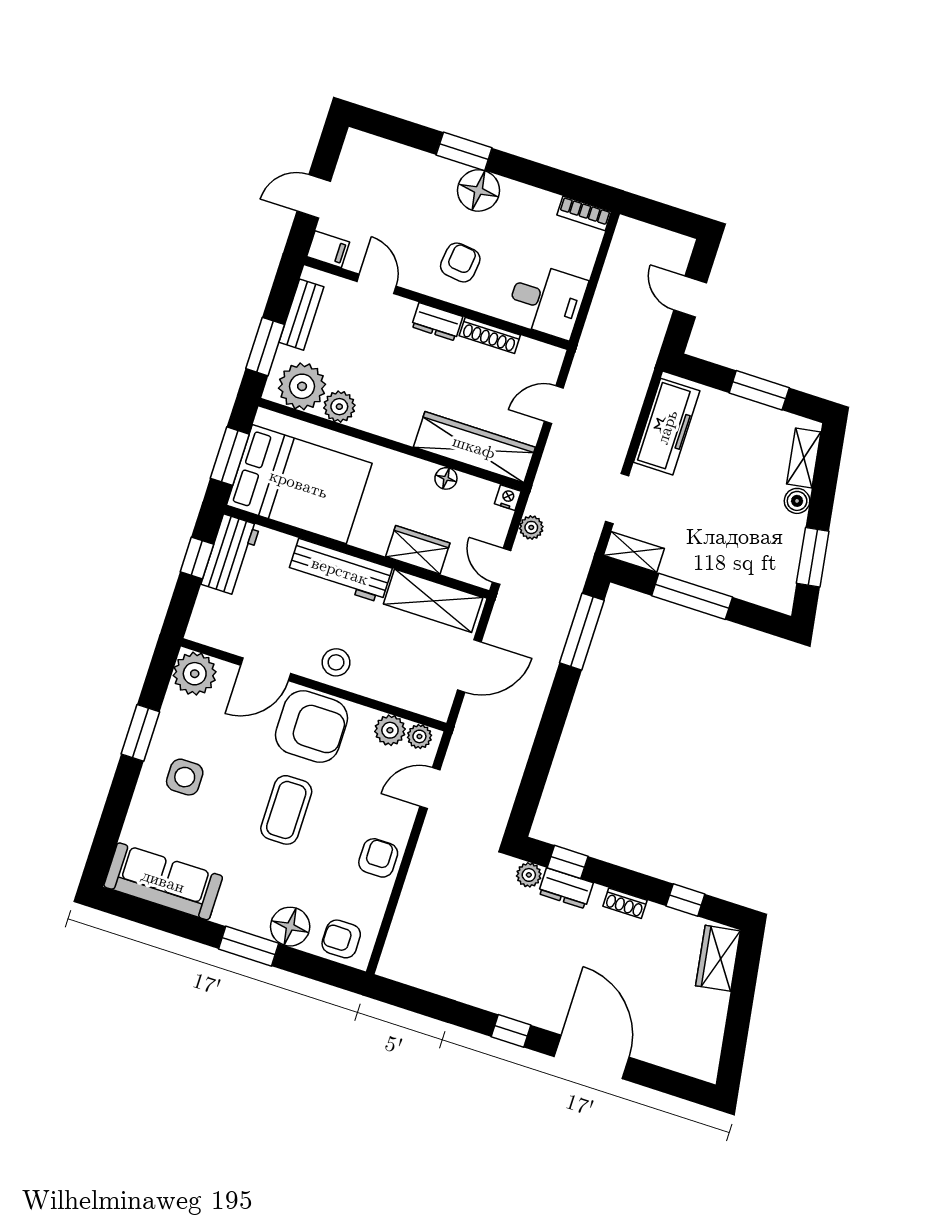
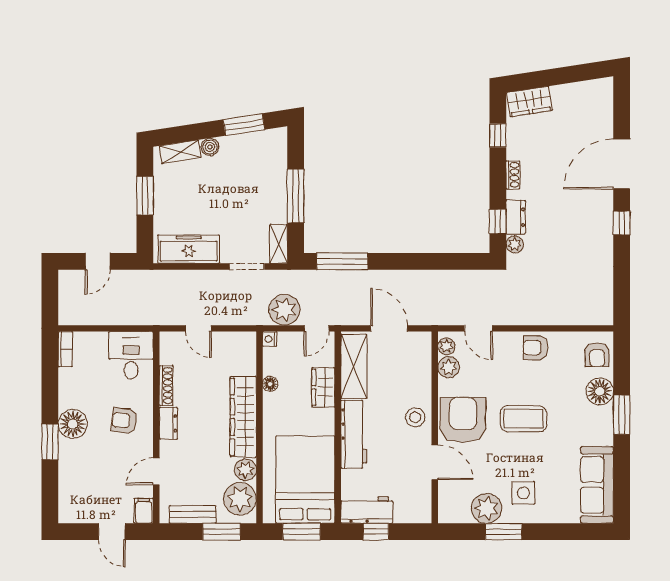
wardrobe: (474, 447) -> (243, 417), moved
plant: (531, 527) -> (284, 310), width x1.87, depth x1.87
plant: (195, 674) -> (486, 508), moved

